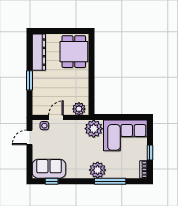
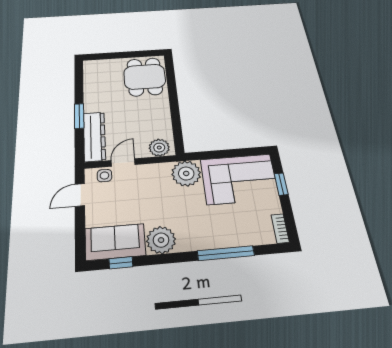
dresser: (39, 52) -> (94, 136), moved
window: (150, 153) -> (281, 184), moved
plant: (98, 170) -> (161, 240), moved

